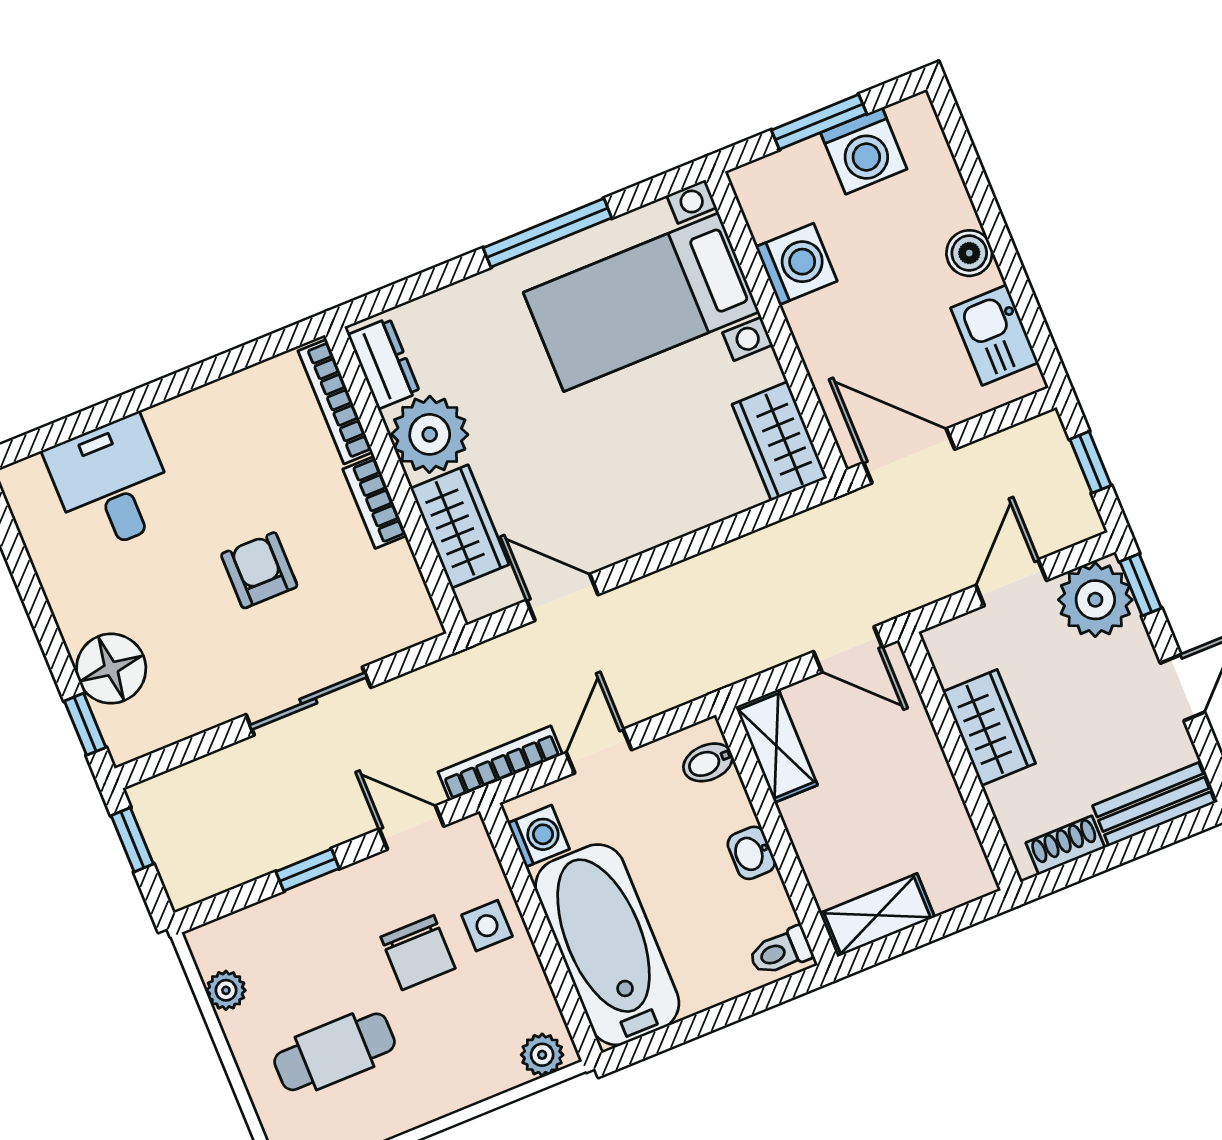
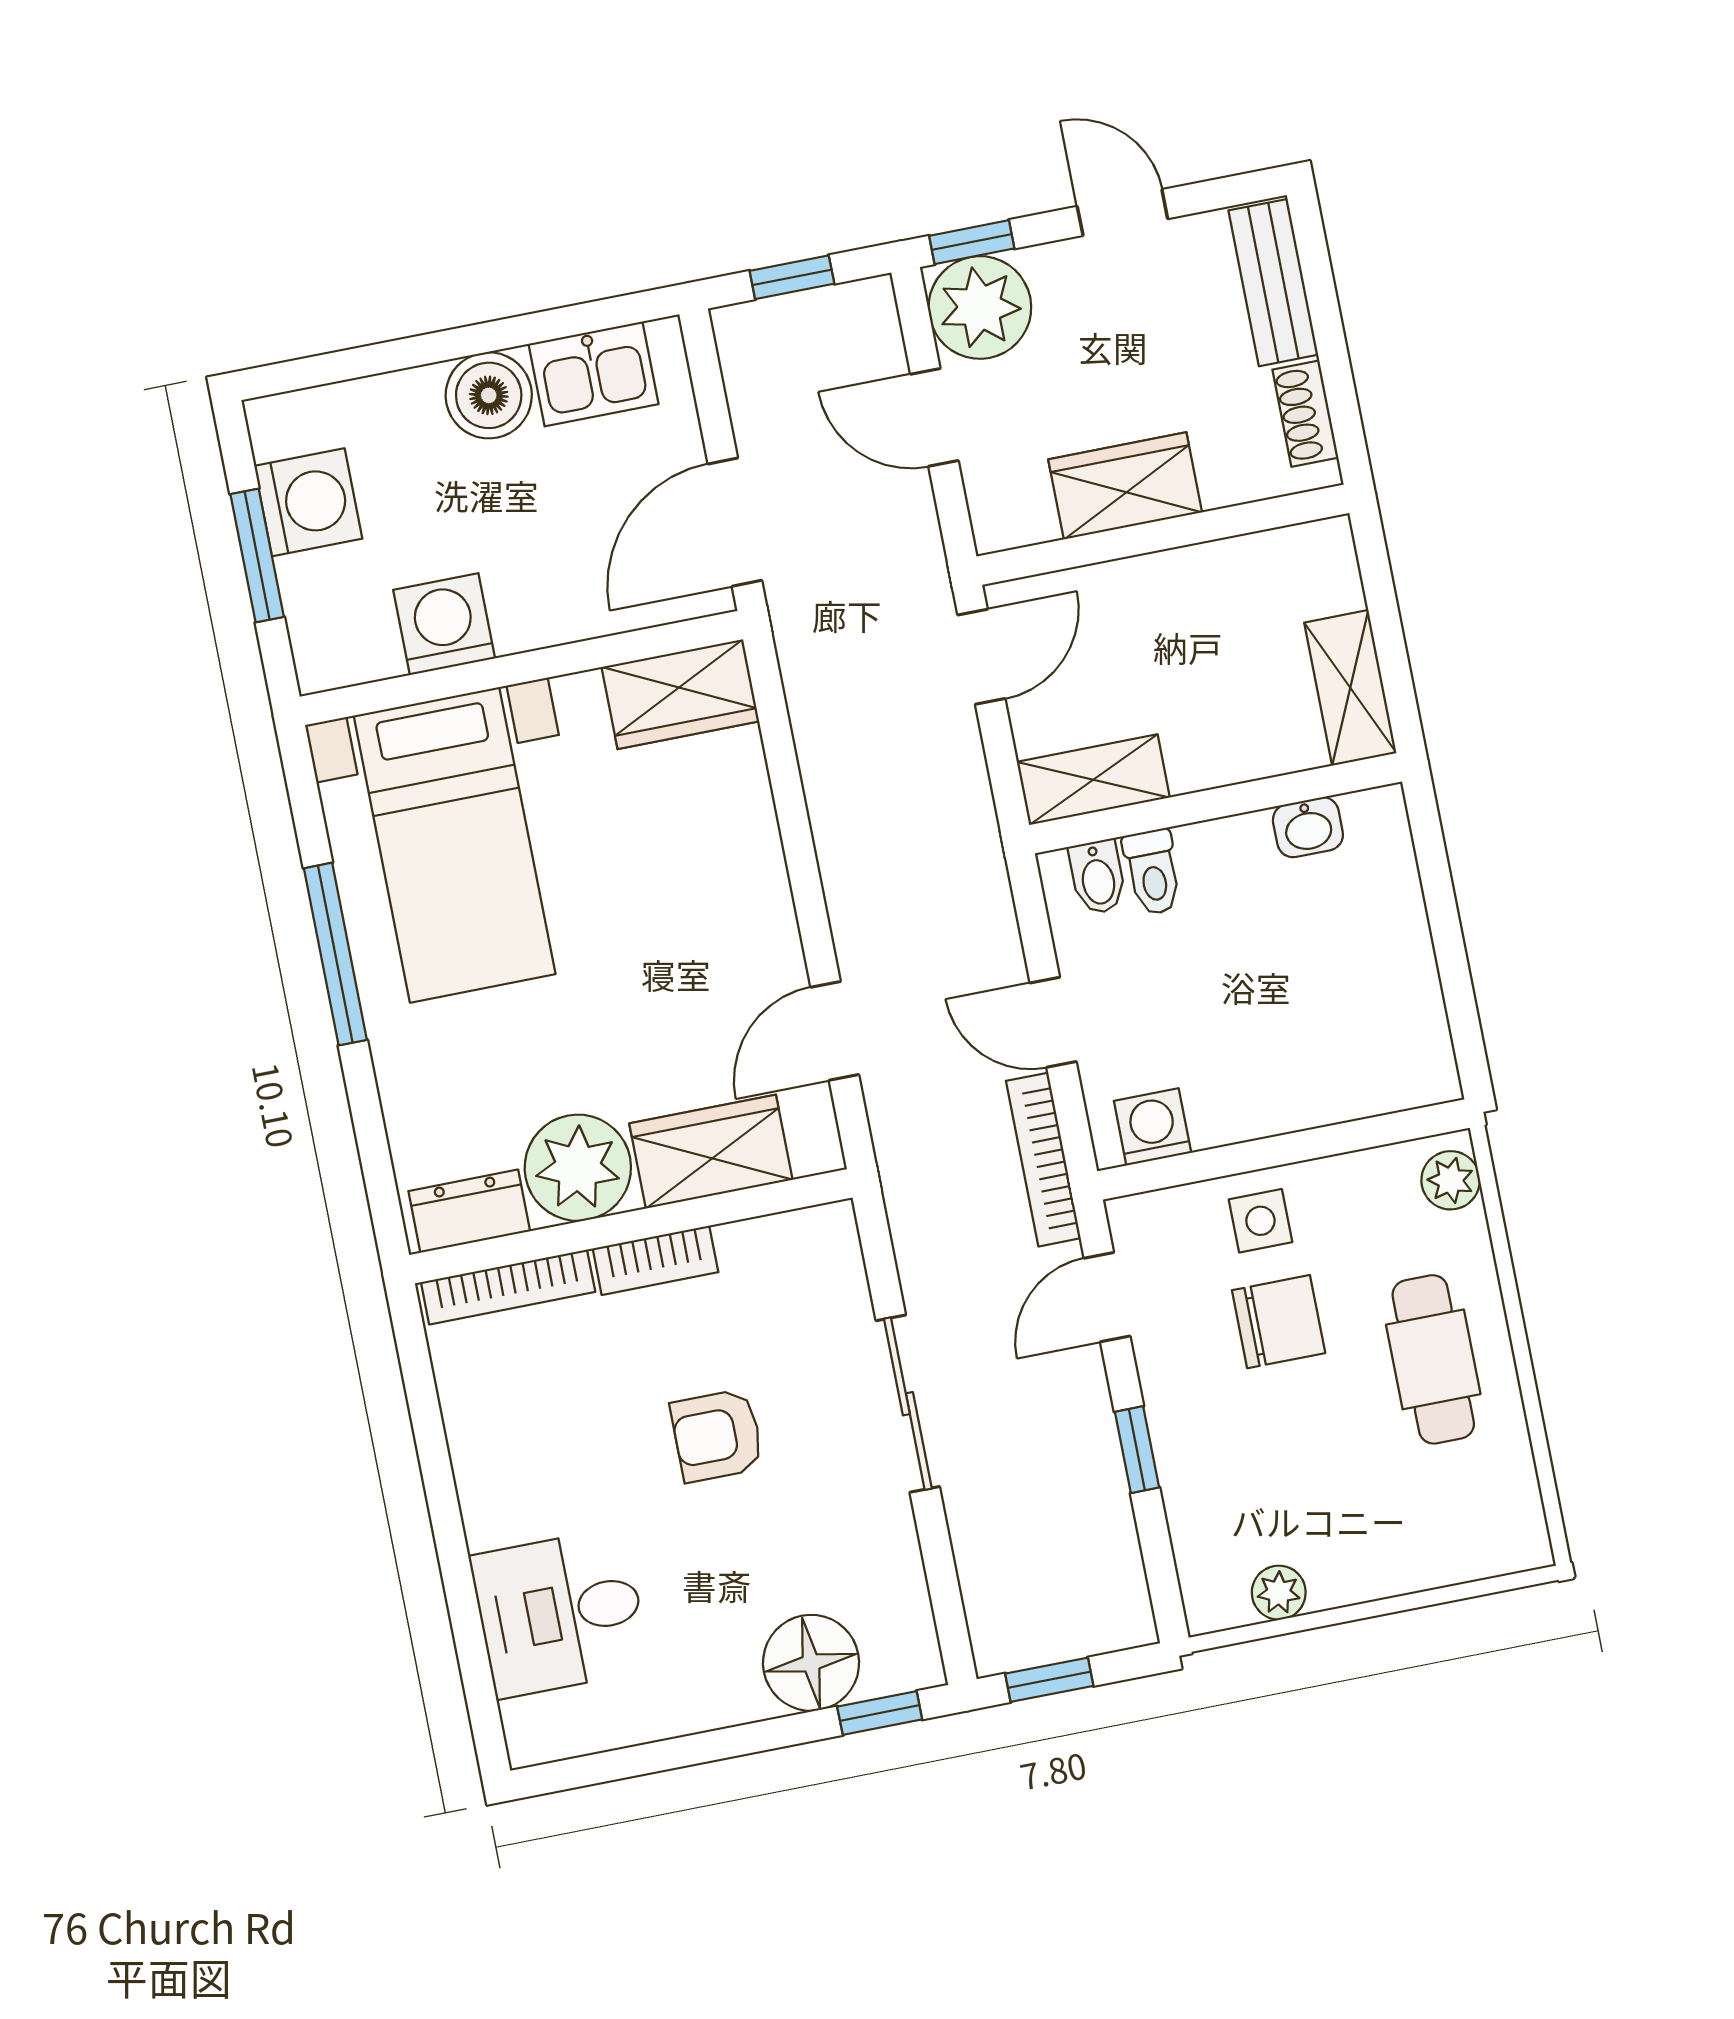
boiler: (969, 253) -> (489, 395), width x1.36, depth x1.36
washbasin: (751, 853) -> (1308, 827), moved
bathtub: (607, 945) -> (1318, 1063), removed
toilet: (781, 951) -> (1153, 872), moved
cafe table: (334, 1052) -> (1433, 1359), moved

